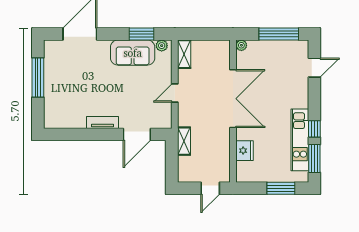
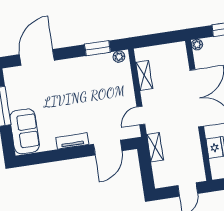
sofa: (133, 53) -> (25, 131), moved, turned -90
shelving: (184, 54) -> (144, 75), moved
door: (175, 93) -> (141, 115), moved

